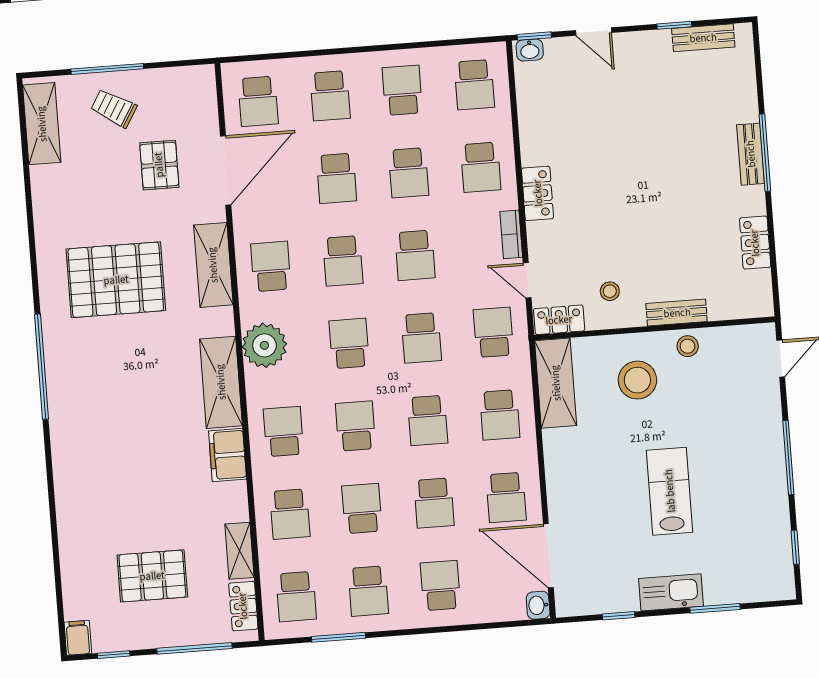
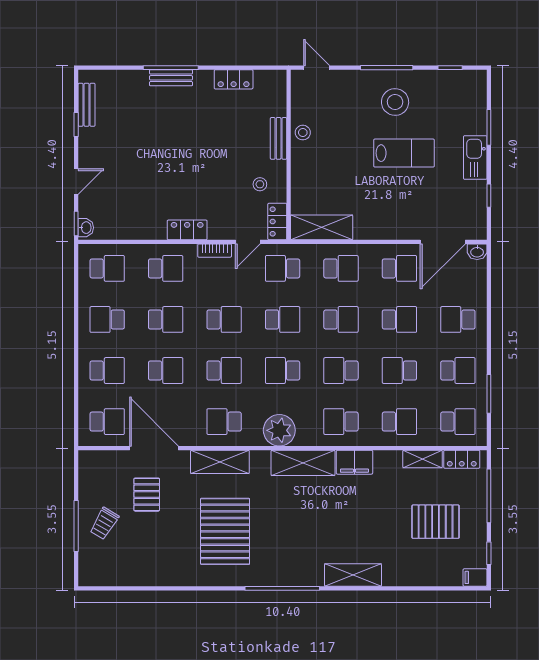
shelving: (42, 124) -> (353, 575), moved
pallet: (159, 165) -> (147, 495), turned 90
stool: (637, 380) -> (395, 102), moved
lab bench: (670, 491) -> (404, 153), turned 180
pallet: (152, 576) -> (436, 522), turned 90

